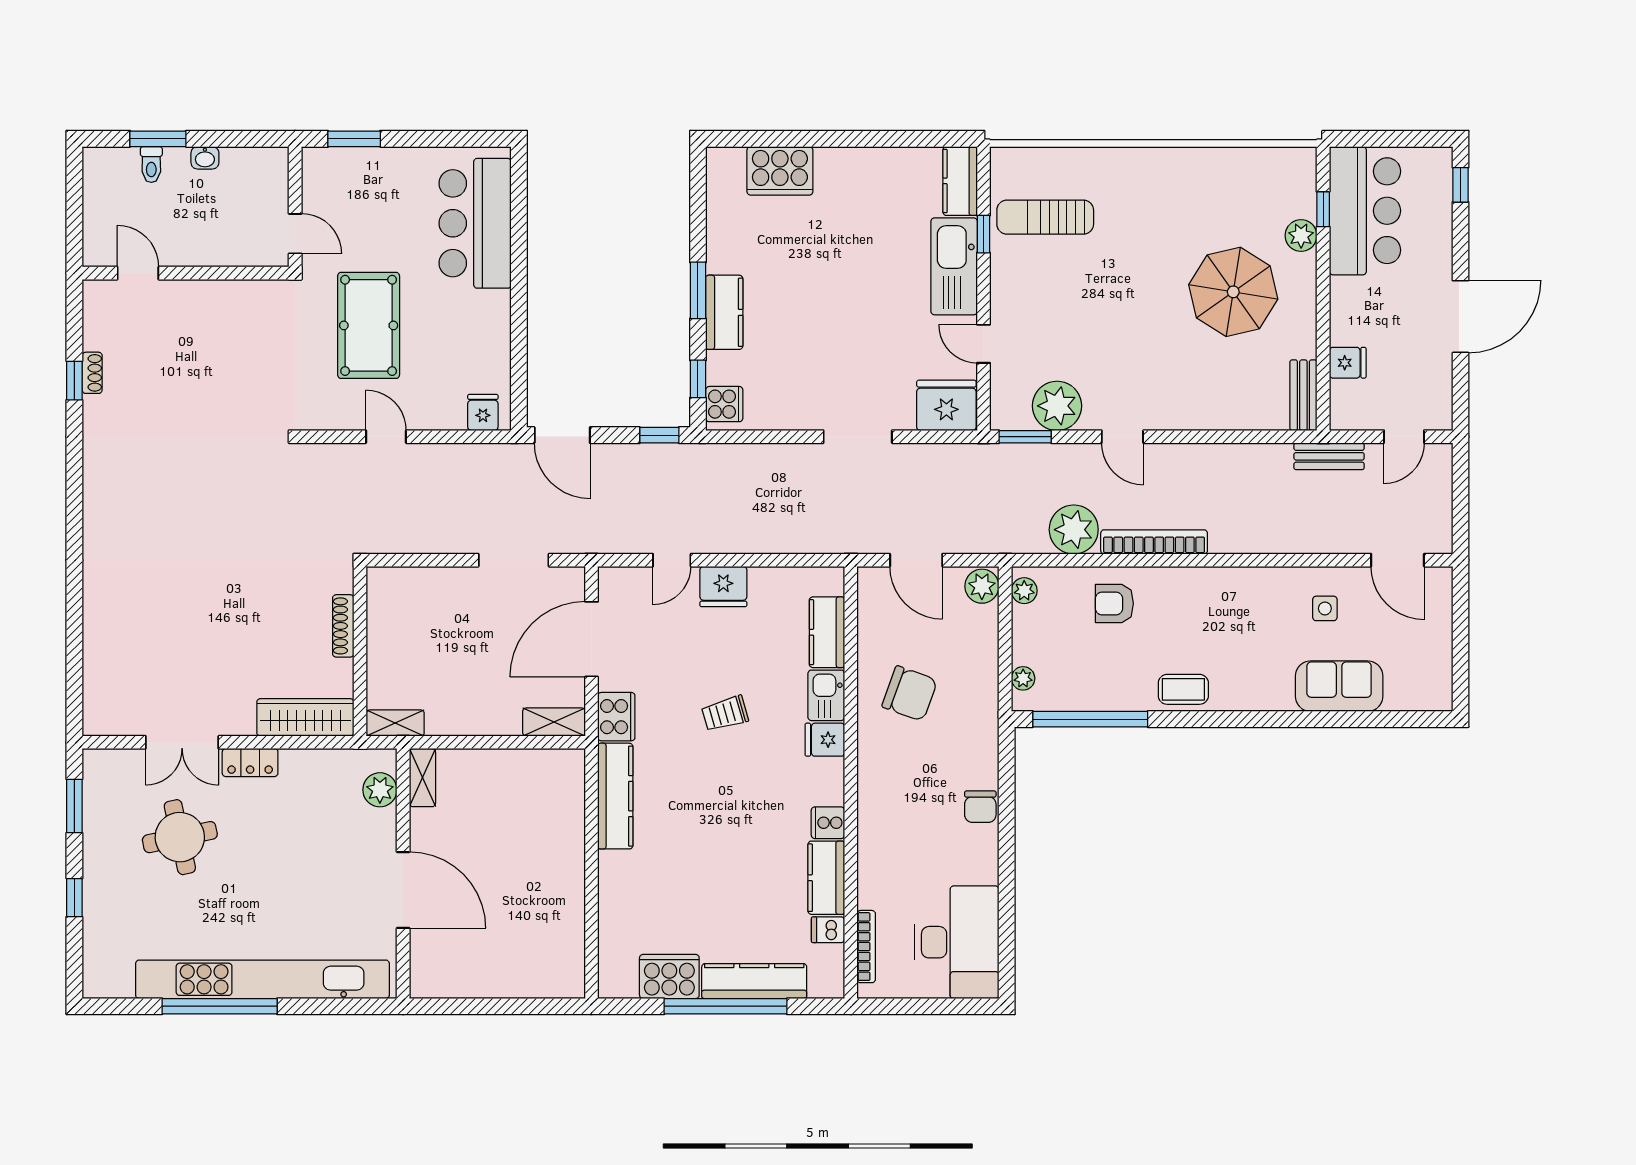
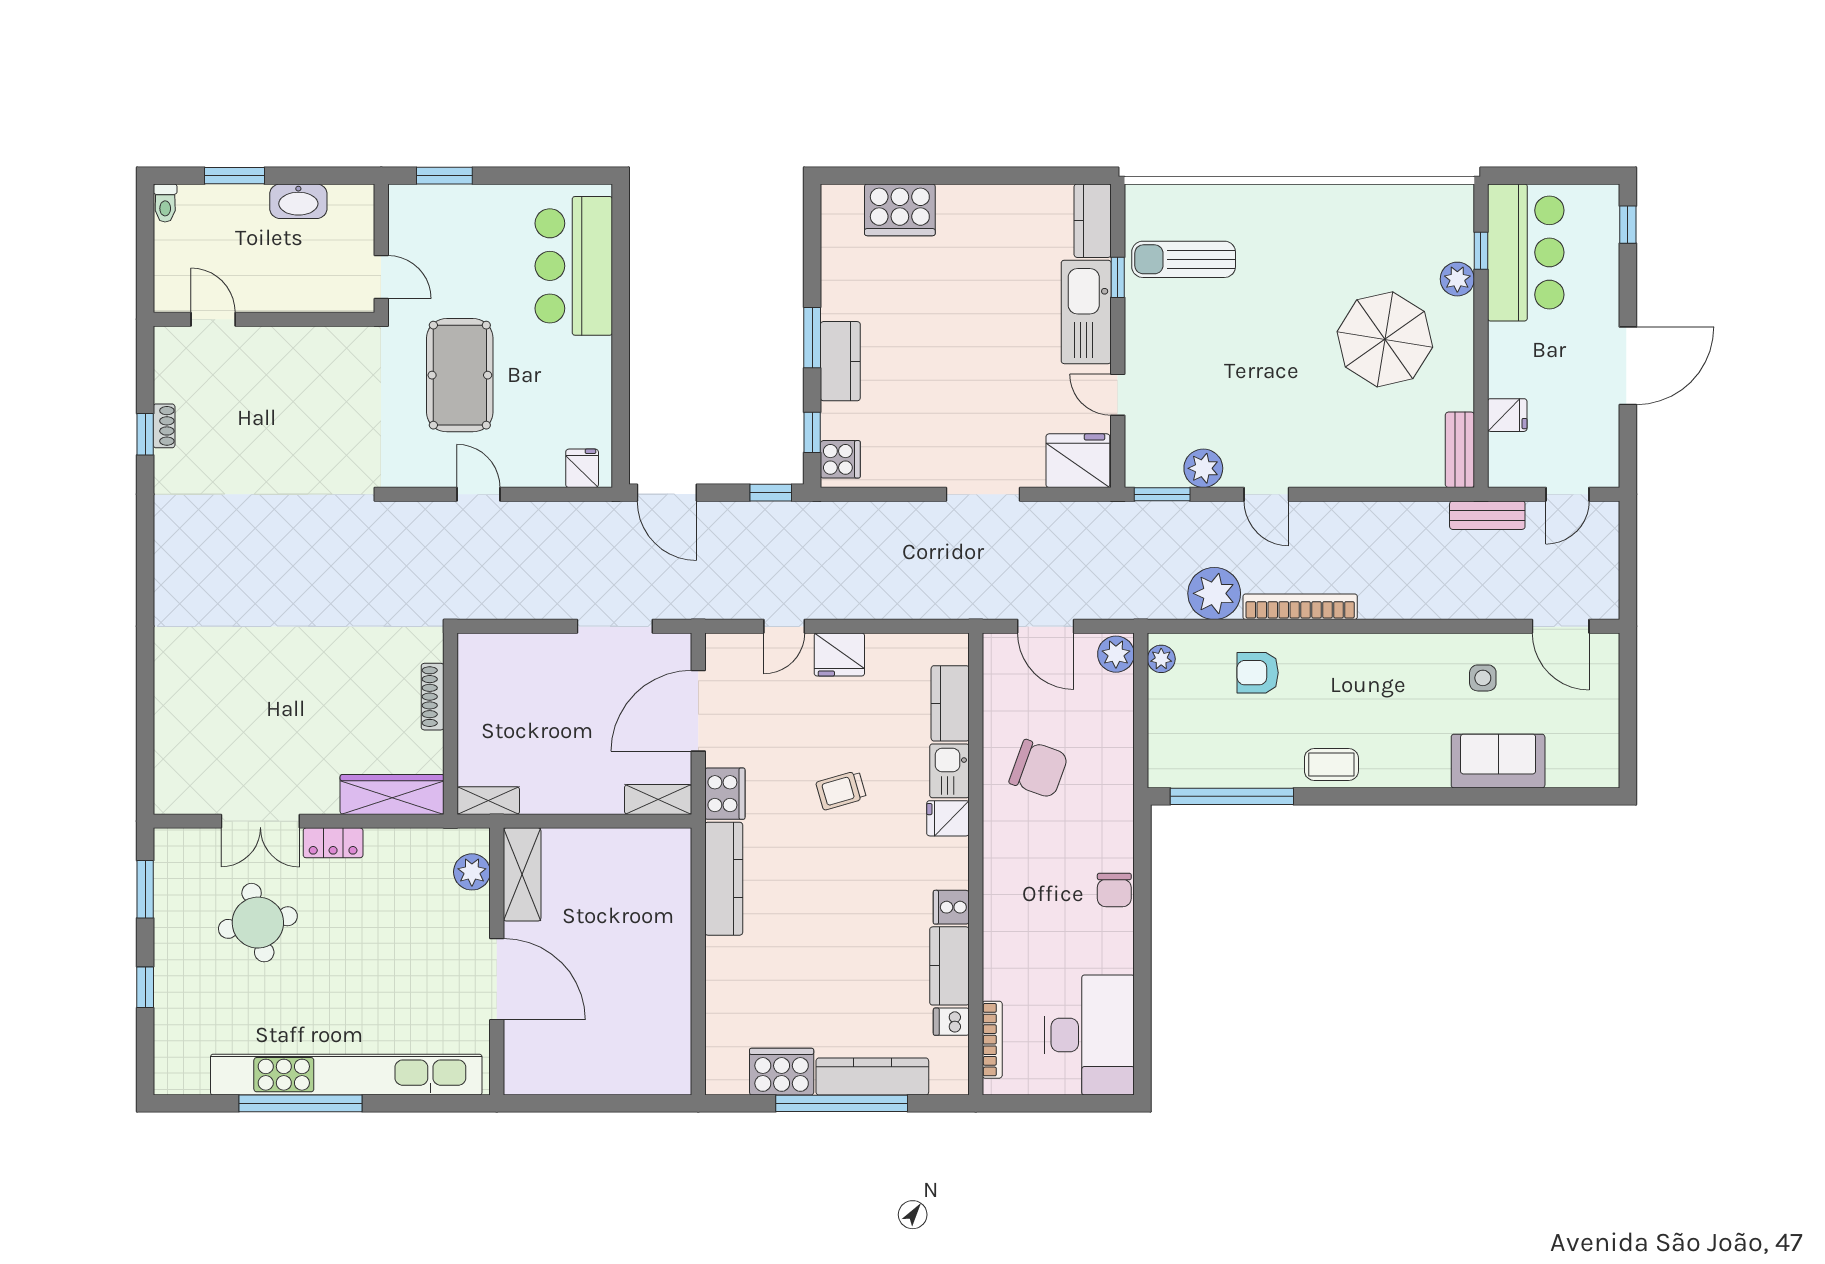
washbasin: (205, 158) -> (298, 201), width x1.91, depth x1.45
toilet: (151, 164) -> (165, 203), moved
plant: (1057, 406) -> (1203, 468), width x0.73, depth x0.73
plant: (1023, 678) -> (1160, 753), removed
shelving: (422, 778) -> (522, 874), width x1.50, depth x1.33

